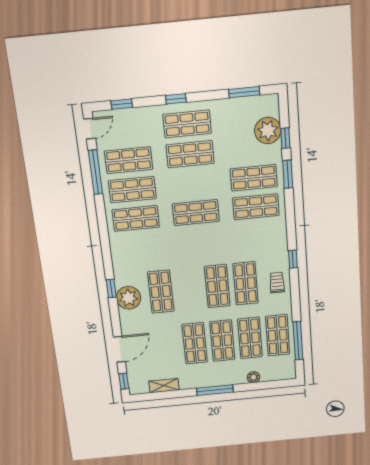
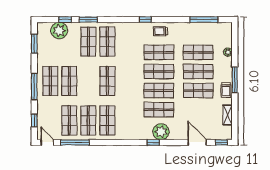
window: (176, 99) -> (34, 86), width x2.17
shop shelf: (278, 335) -> (159, 91), moved
trolley: (199, 380) -> (226, 90), added

